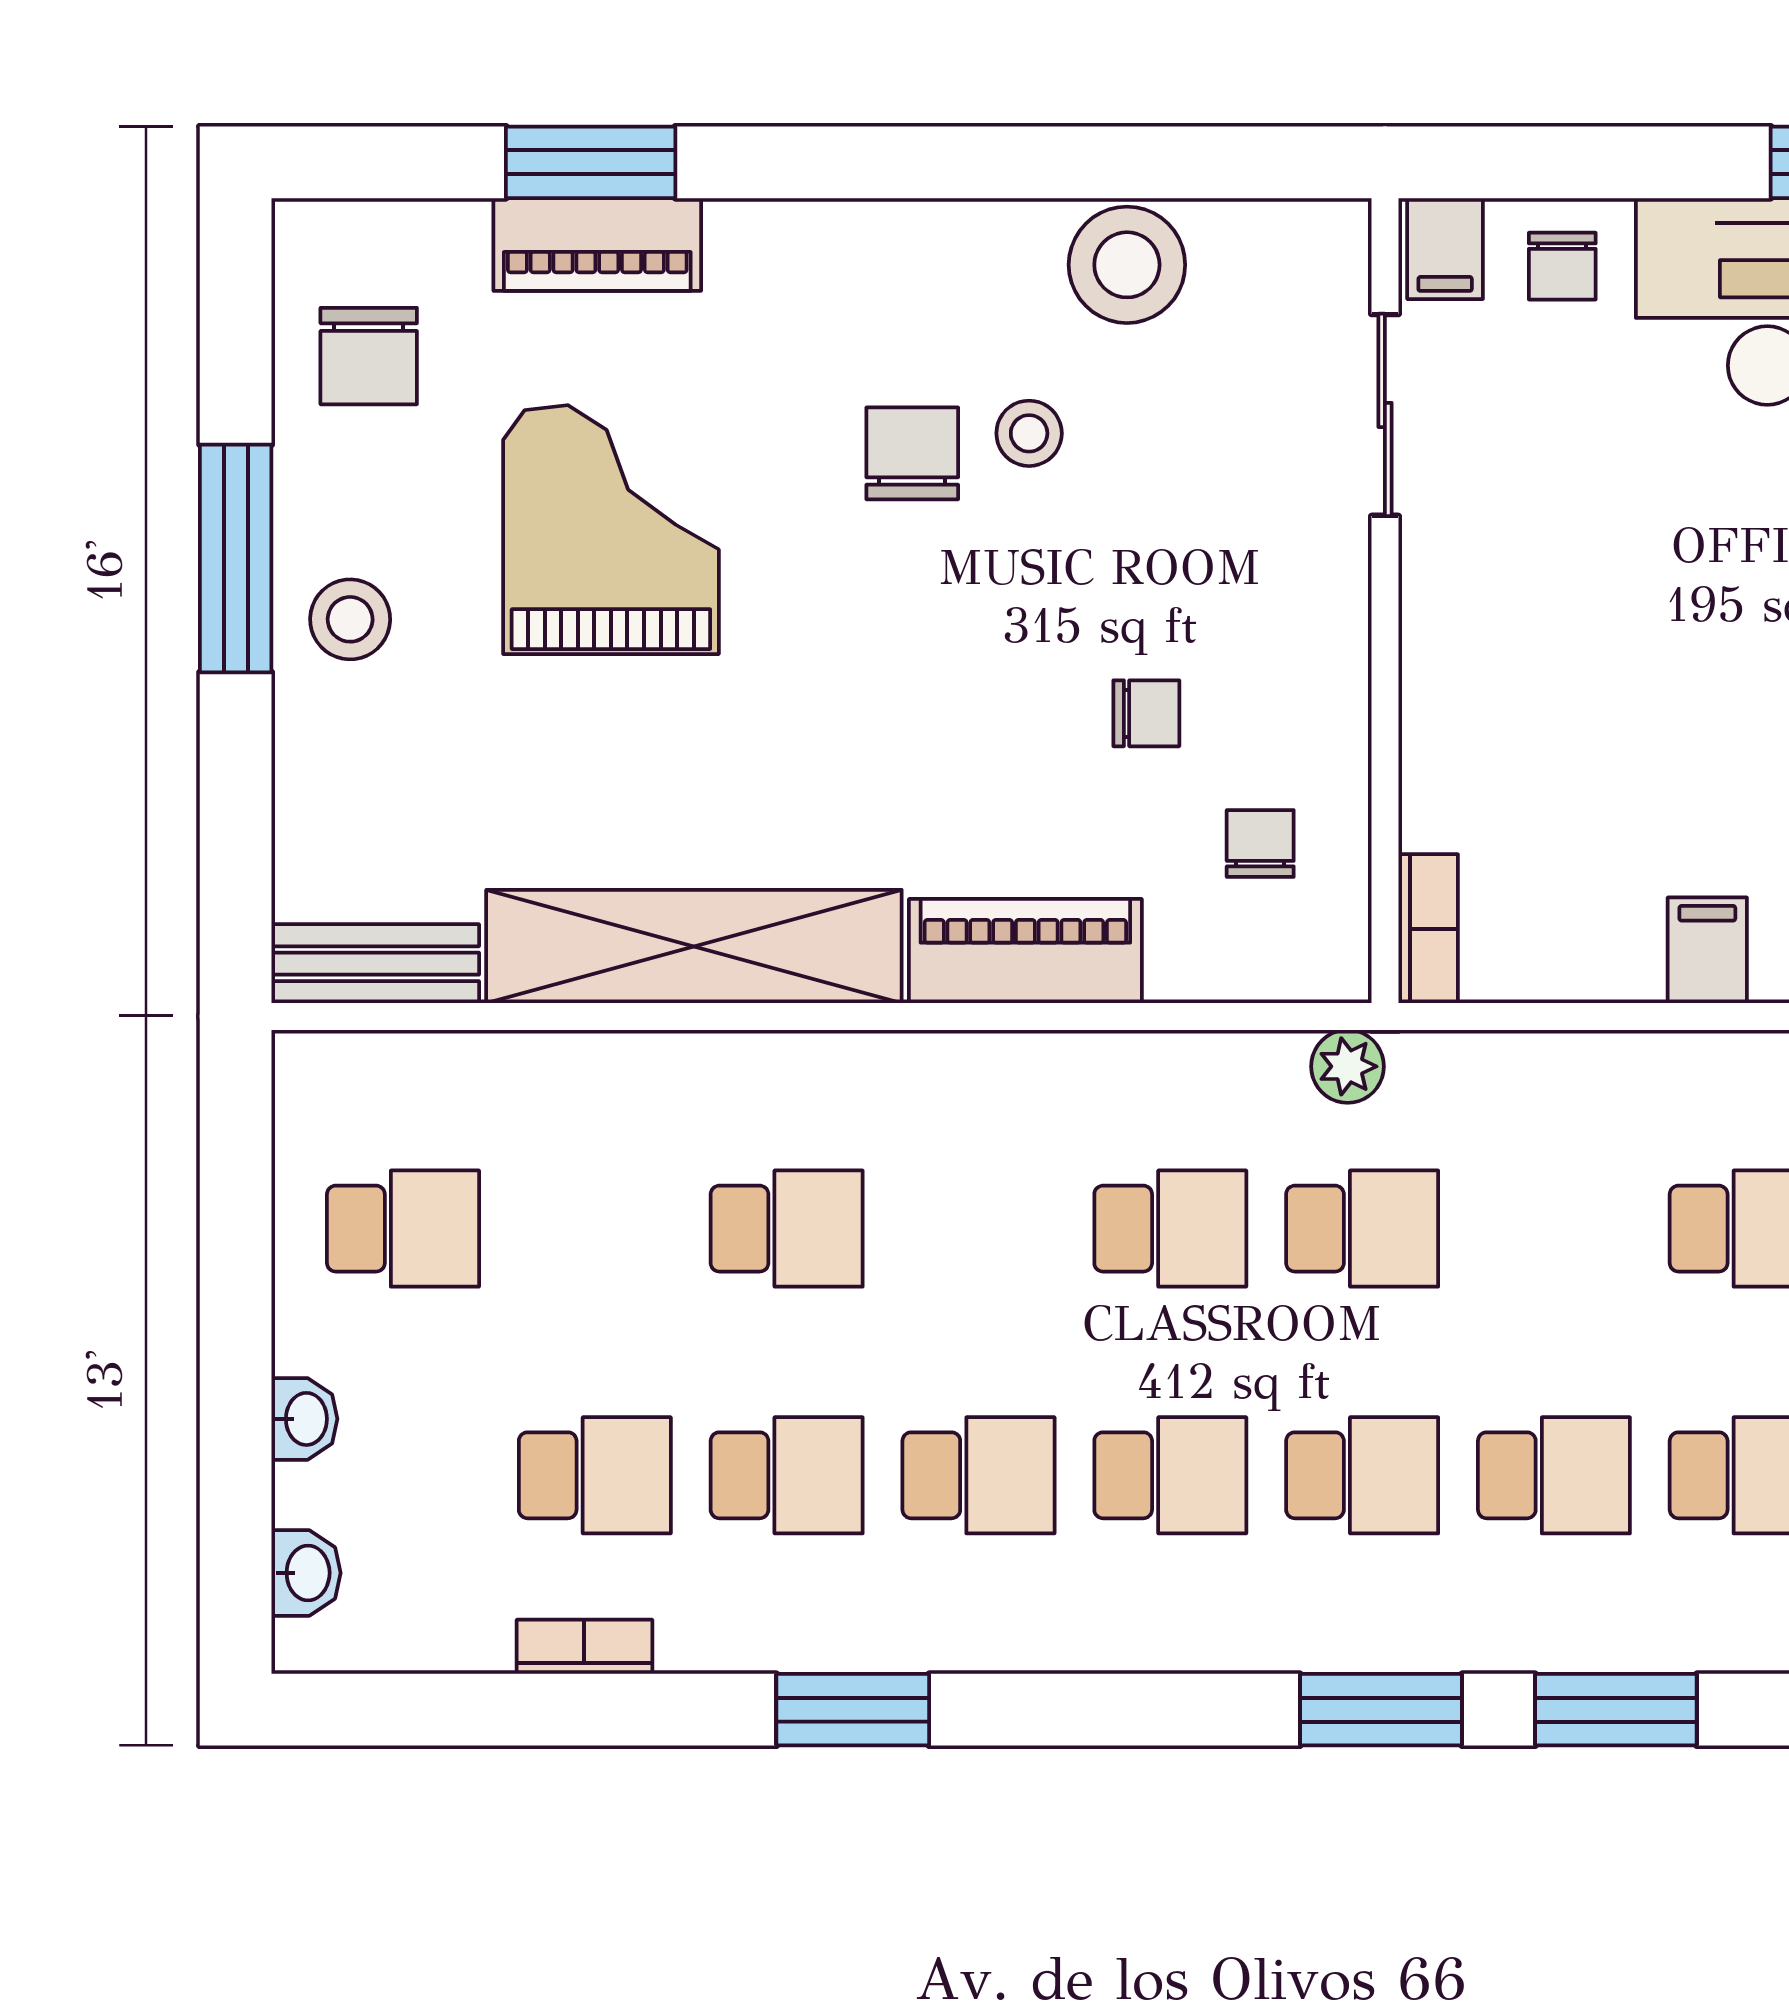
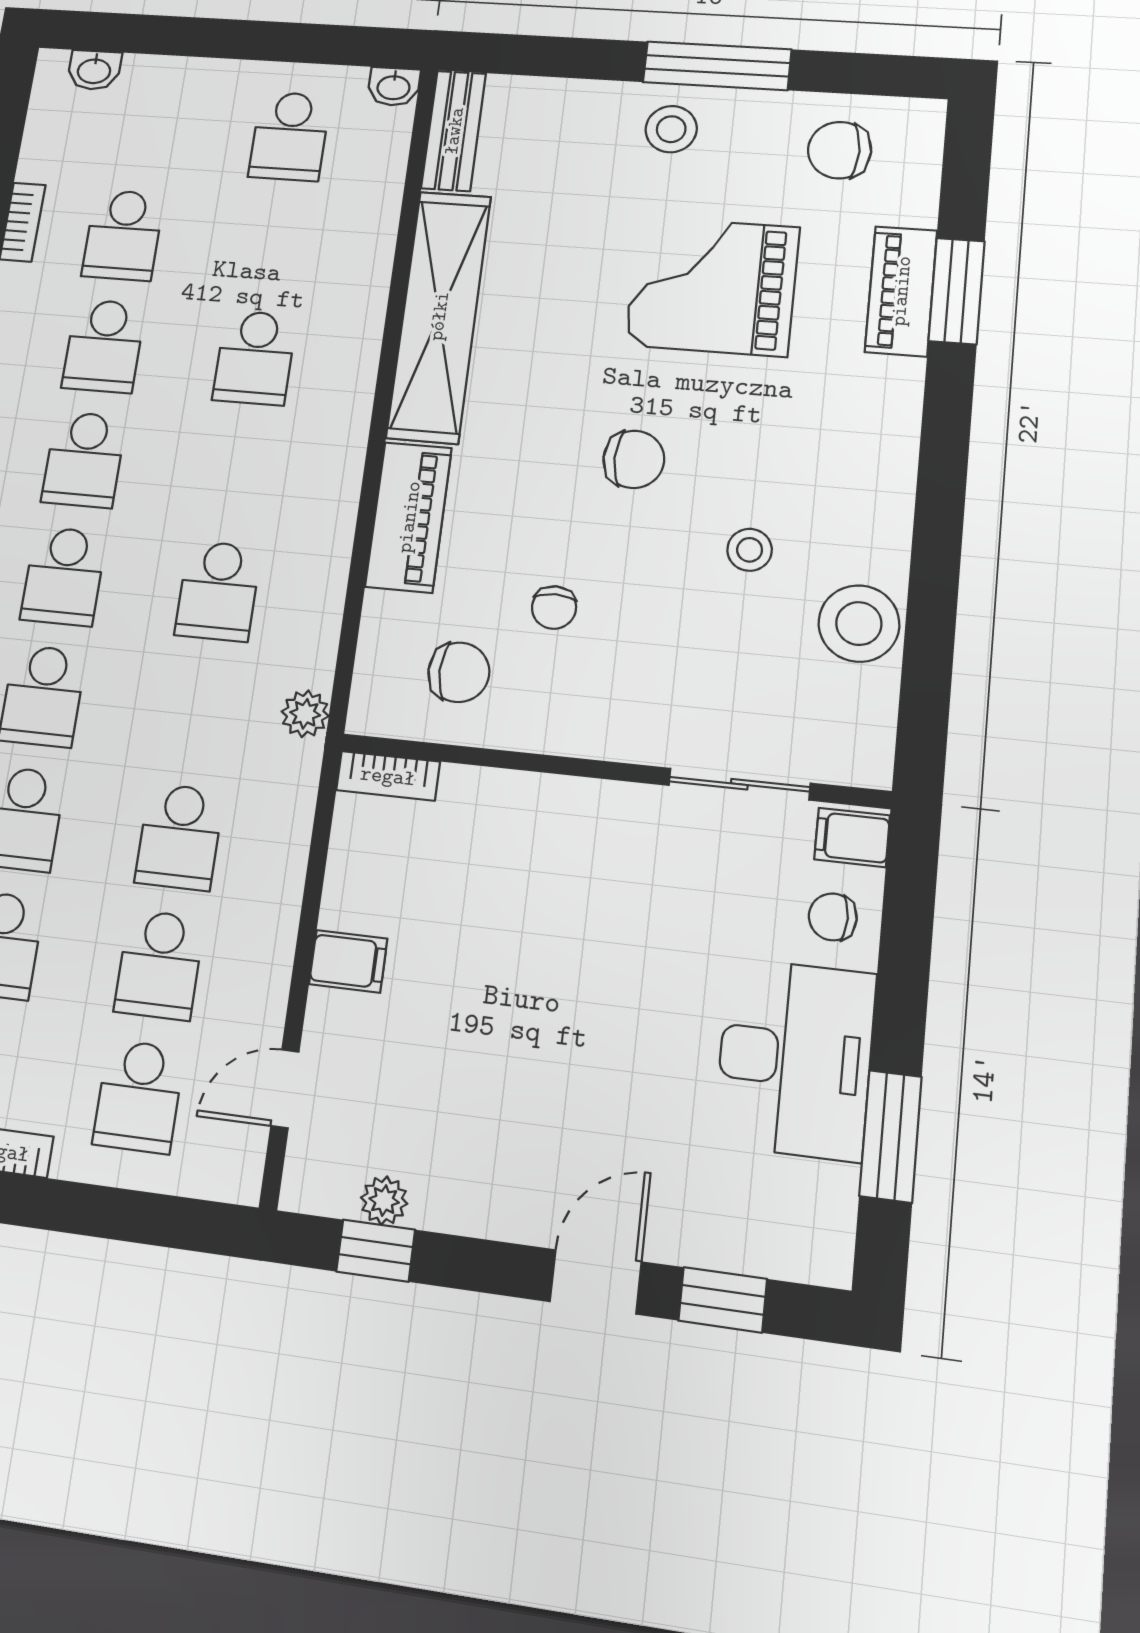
chair: (912, 453) -> (634, 459), moved
grand piano: (611, 530) -> (712, 286), turned 180
chair: (1260, 844) -> (459, 672), width x1.37, depth x1.37
school desk: (1362, 1229) -> (180, 837), moved
washbasin: (304, 1419) -> (394, 87), moved

